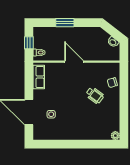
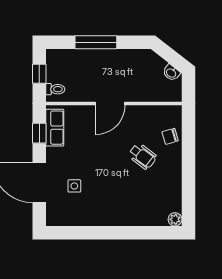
window: (65, 23) -> (96, 42), width x1.44
door: (74, 62) -> (110, 104), swing flipped
window: (29, 81) -> (39, 133), added

